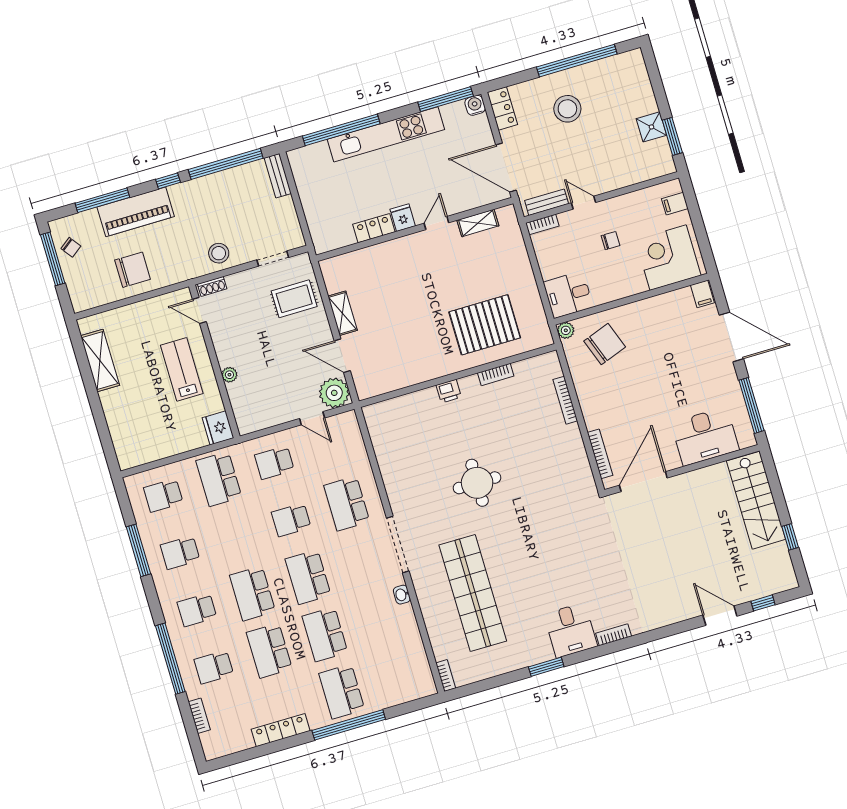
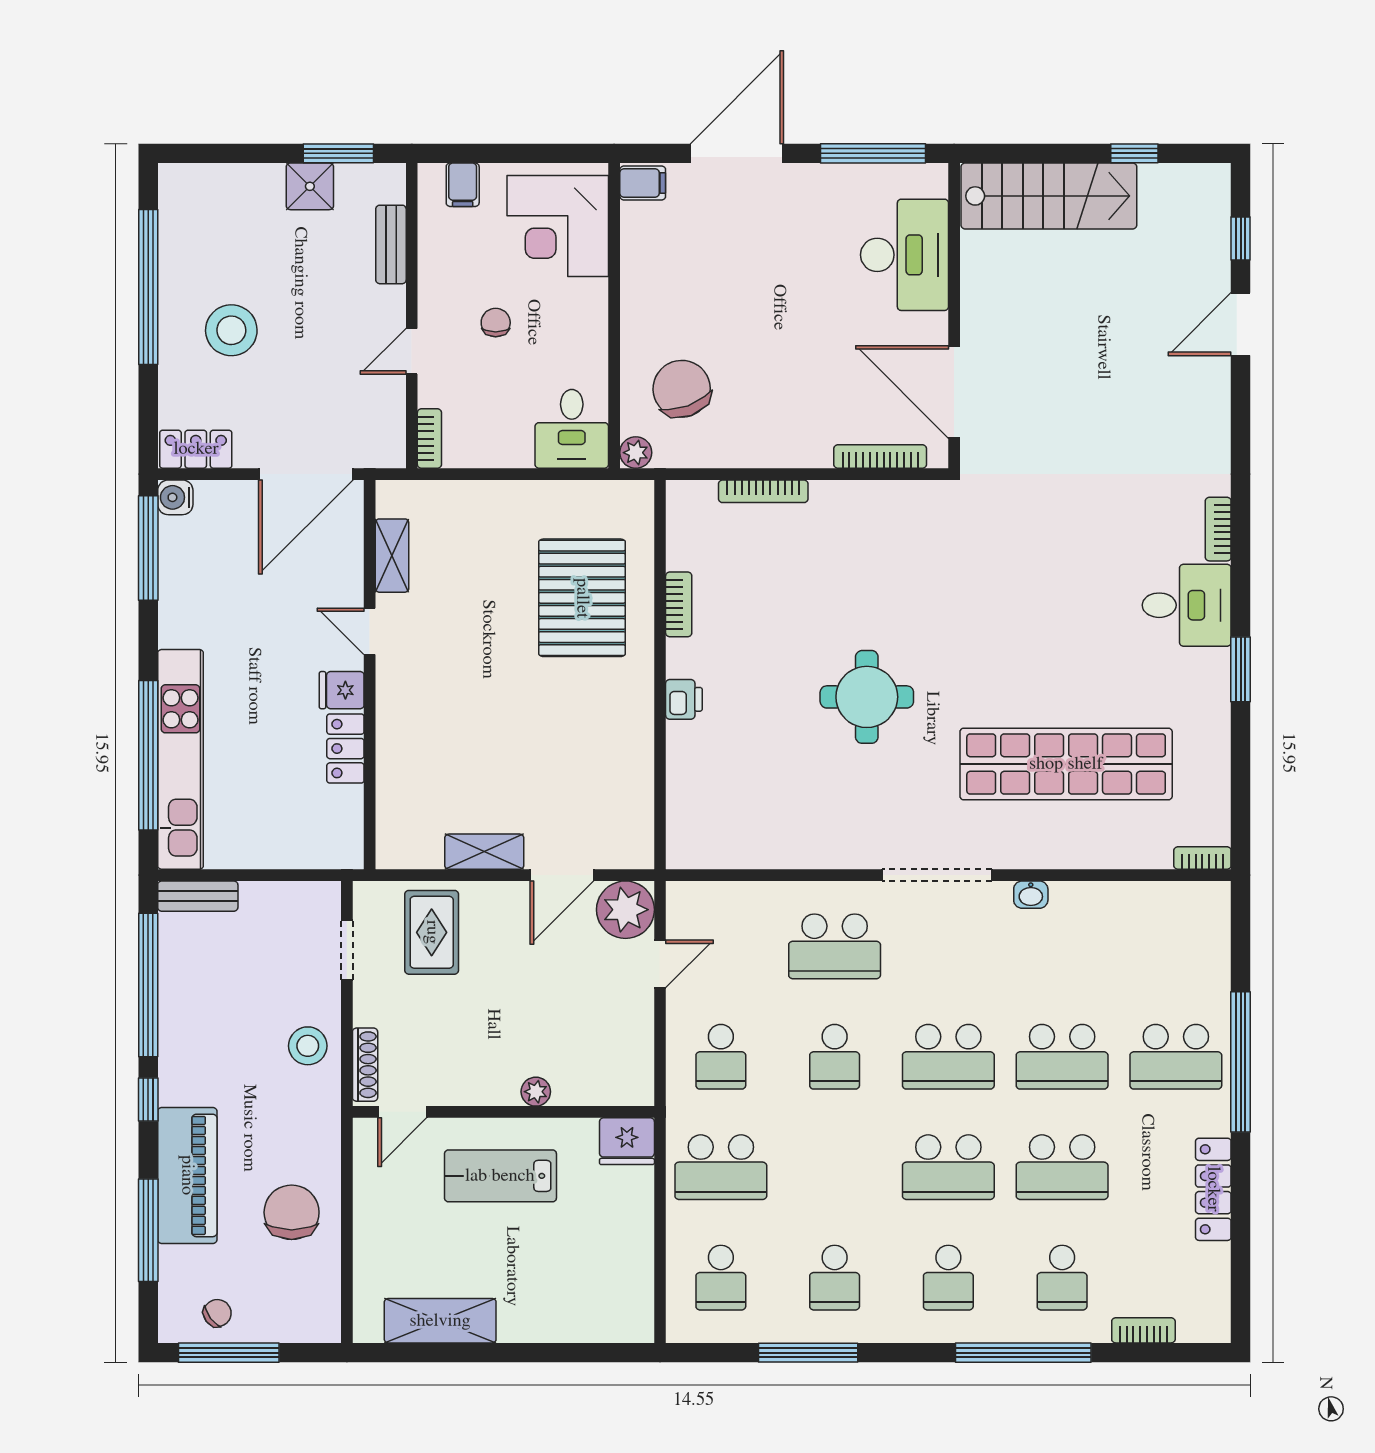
kitchen unit: (386, 134) -> (180, 759), moved
bench: (547, 202) -> (391, 244), moved
shoe rack: (212, 286) -> (365, 1065), width x1.43

